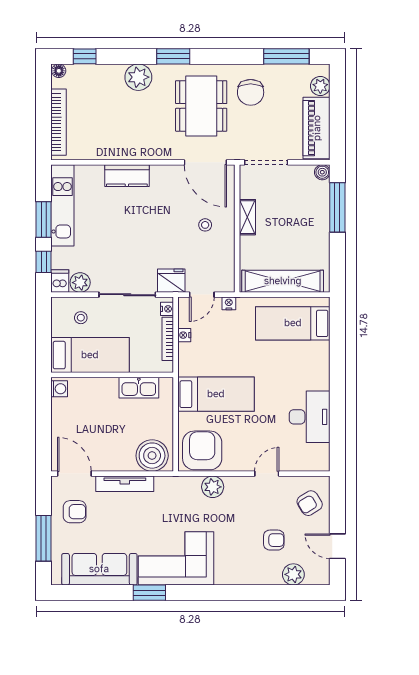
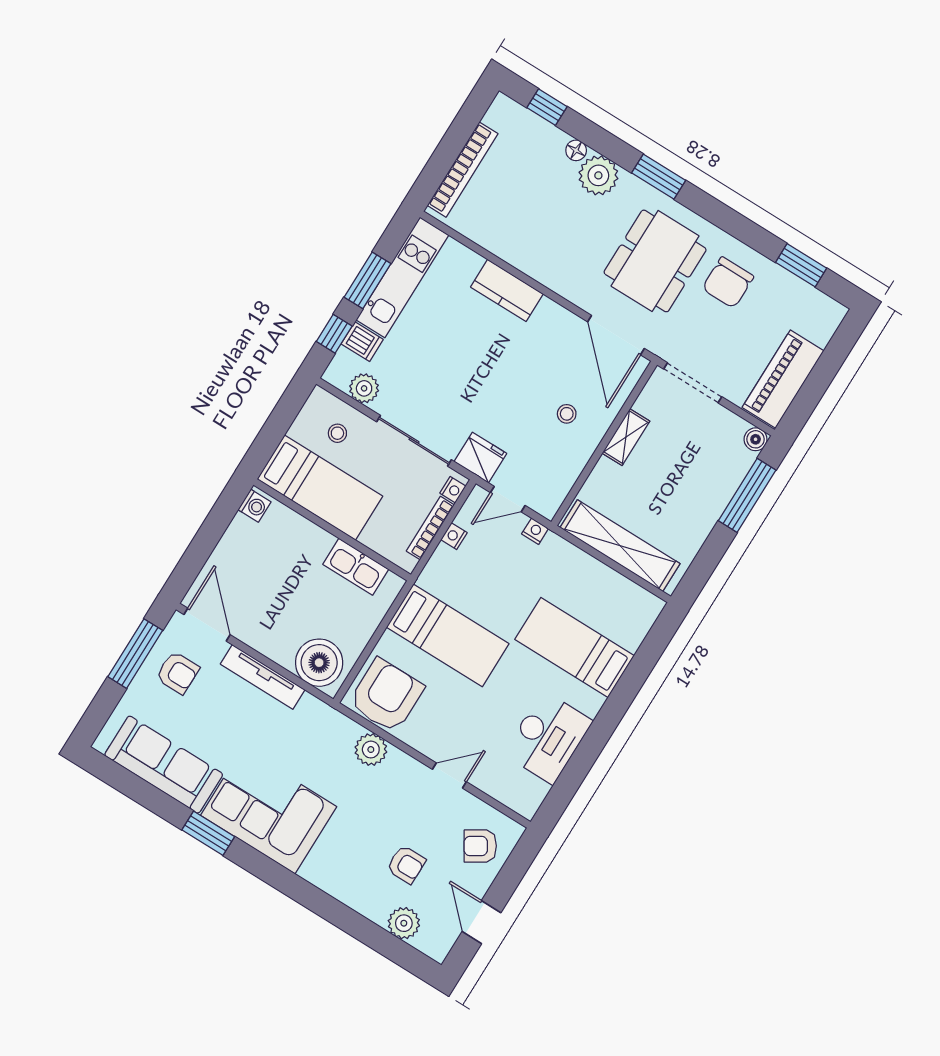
window: (286, 56) -> (801, 265), width x0.69
floor lamp: (59, 71) -> (576, 150), moved
plant: (320, 86) -> (821, 329), removed
dishwasher: (60, 281) -> (362, 342), moved, turned 90
bed: (293, 323) -> (574, 647), moved
window: (44, 538) -> (135, 654), moved

